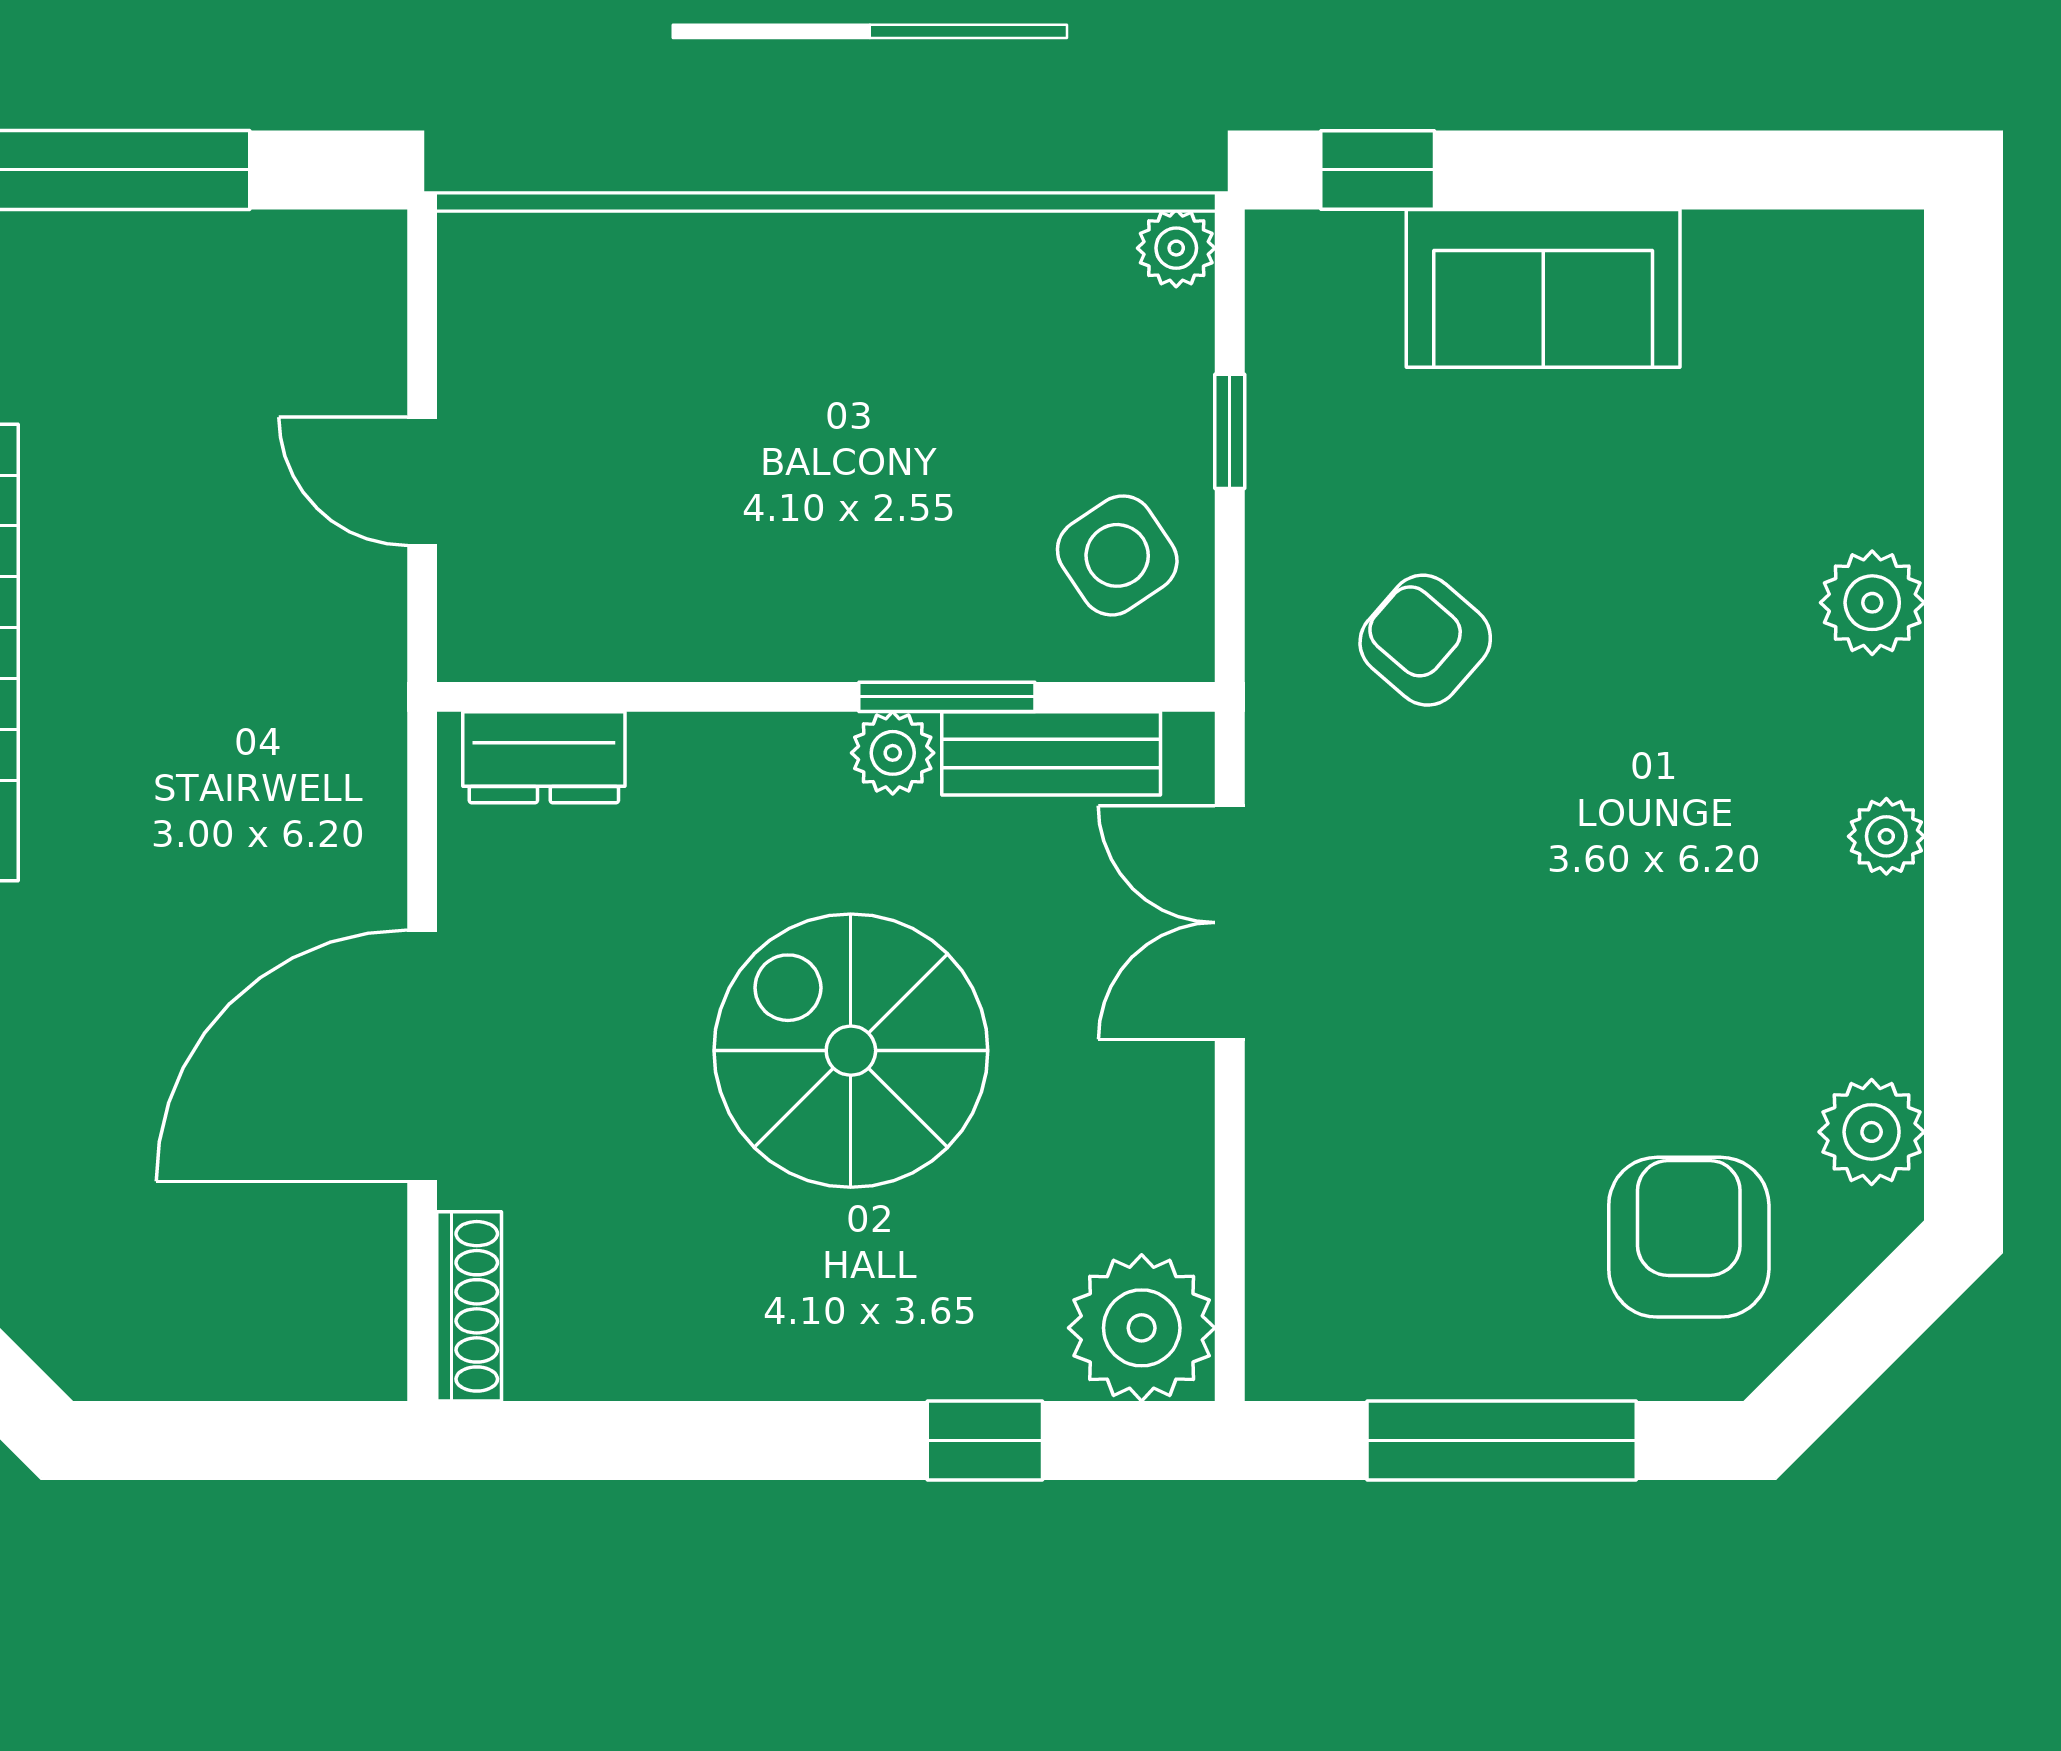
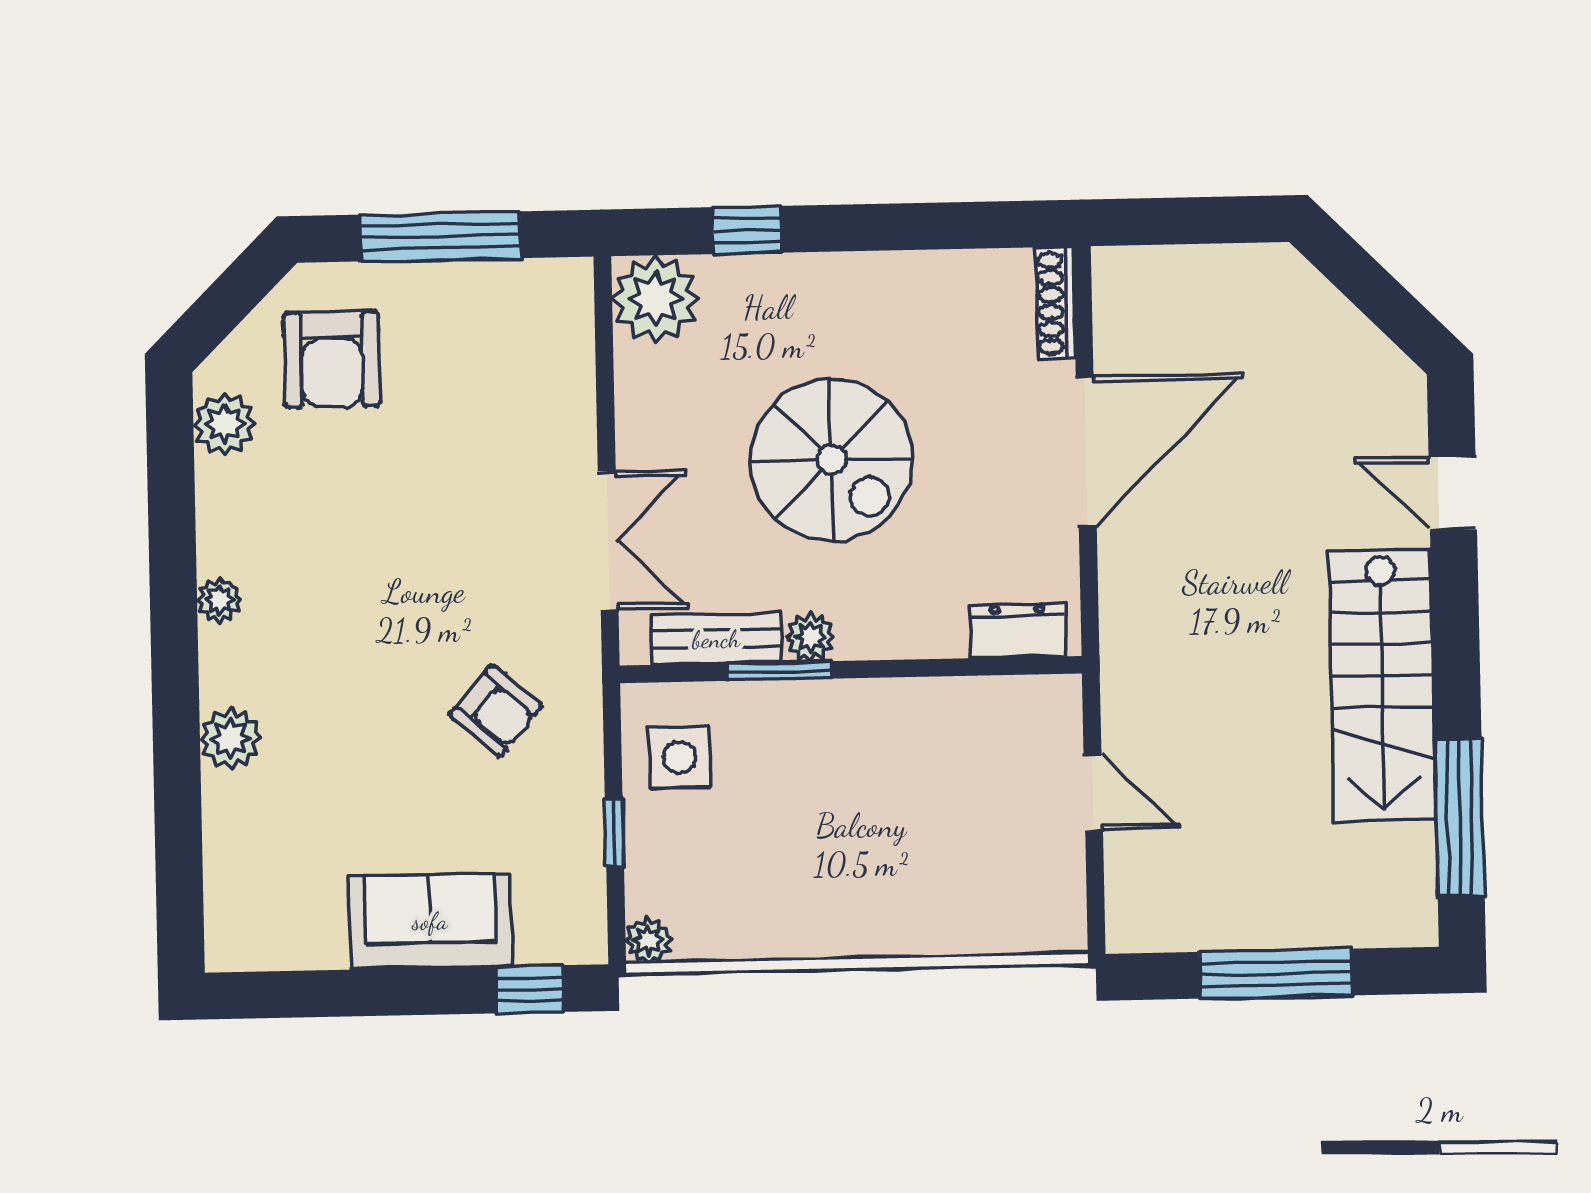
side table: (1117, 555) -> (680, 757), turned 34

